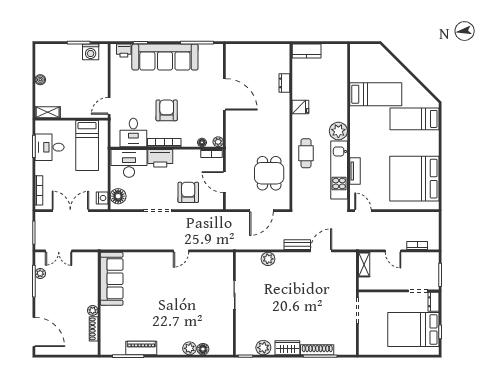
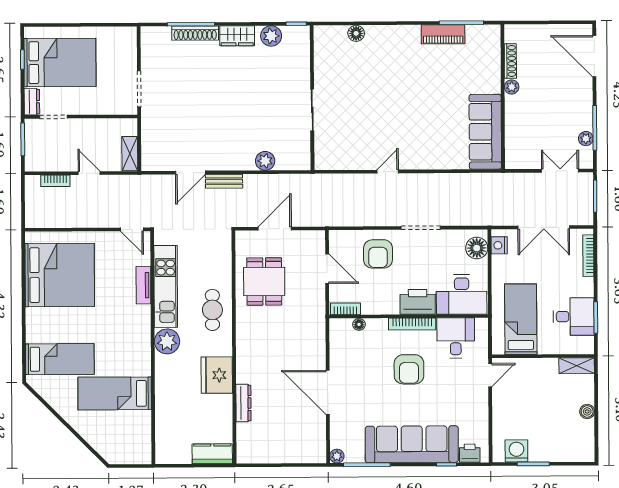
dresser: (284, 83) -> (243, 403), width x1.44
fridge: (300, 107) -> (217, 375), width x1.88, depth x1.34
plant: (218, 142) -> (337, 456), moved
plant: (190, 348) -> (375, 34), removed

